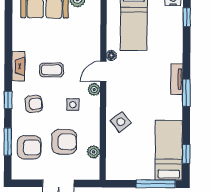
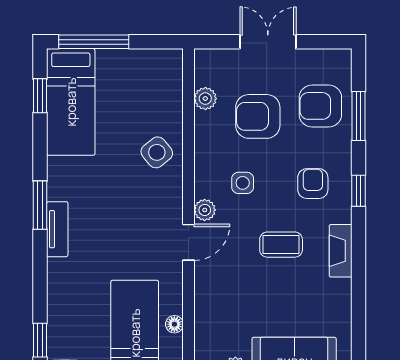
floor lamp: (111, 55) -> (174, 324), moved
armchair: (34, 104) -> (313, 184), turned 96

